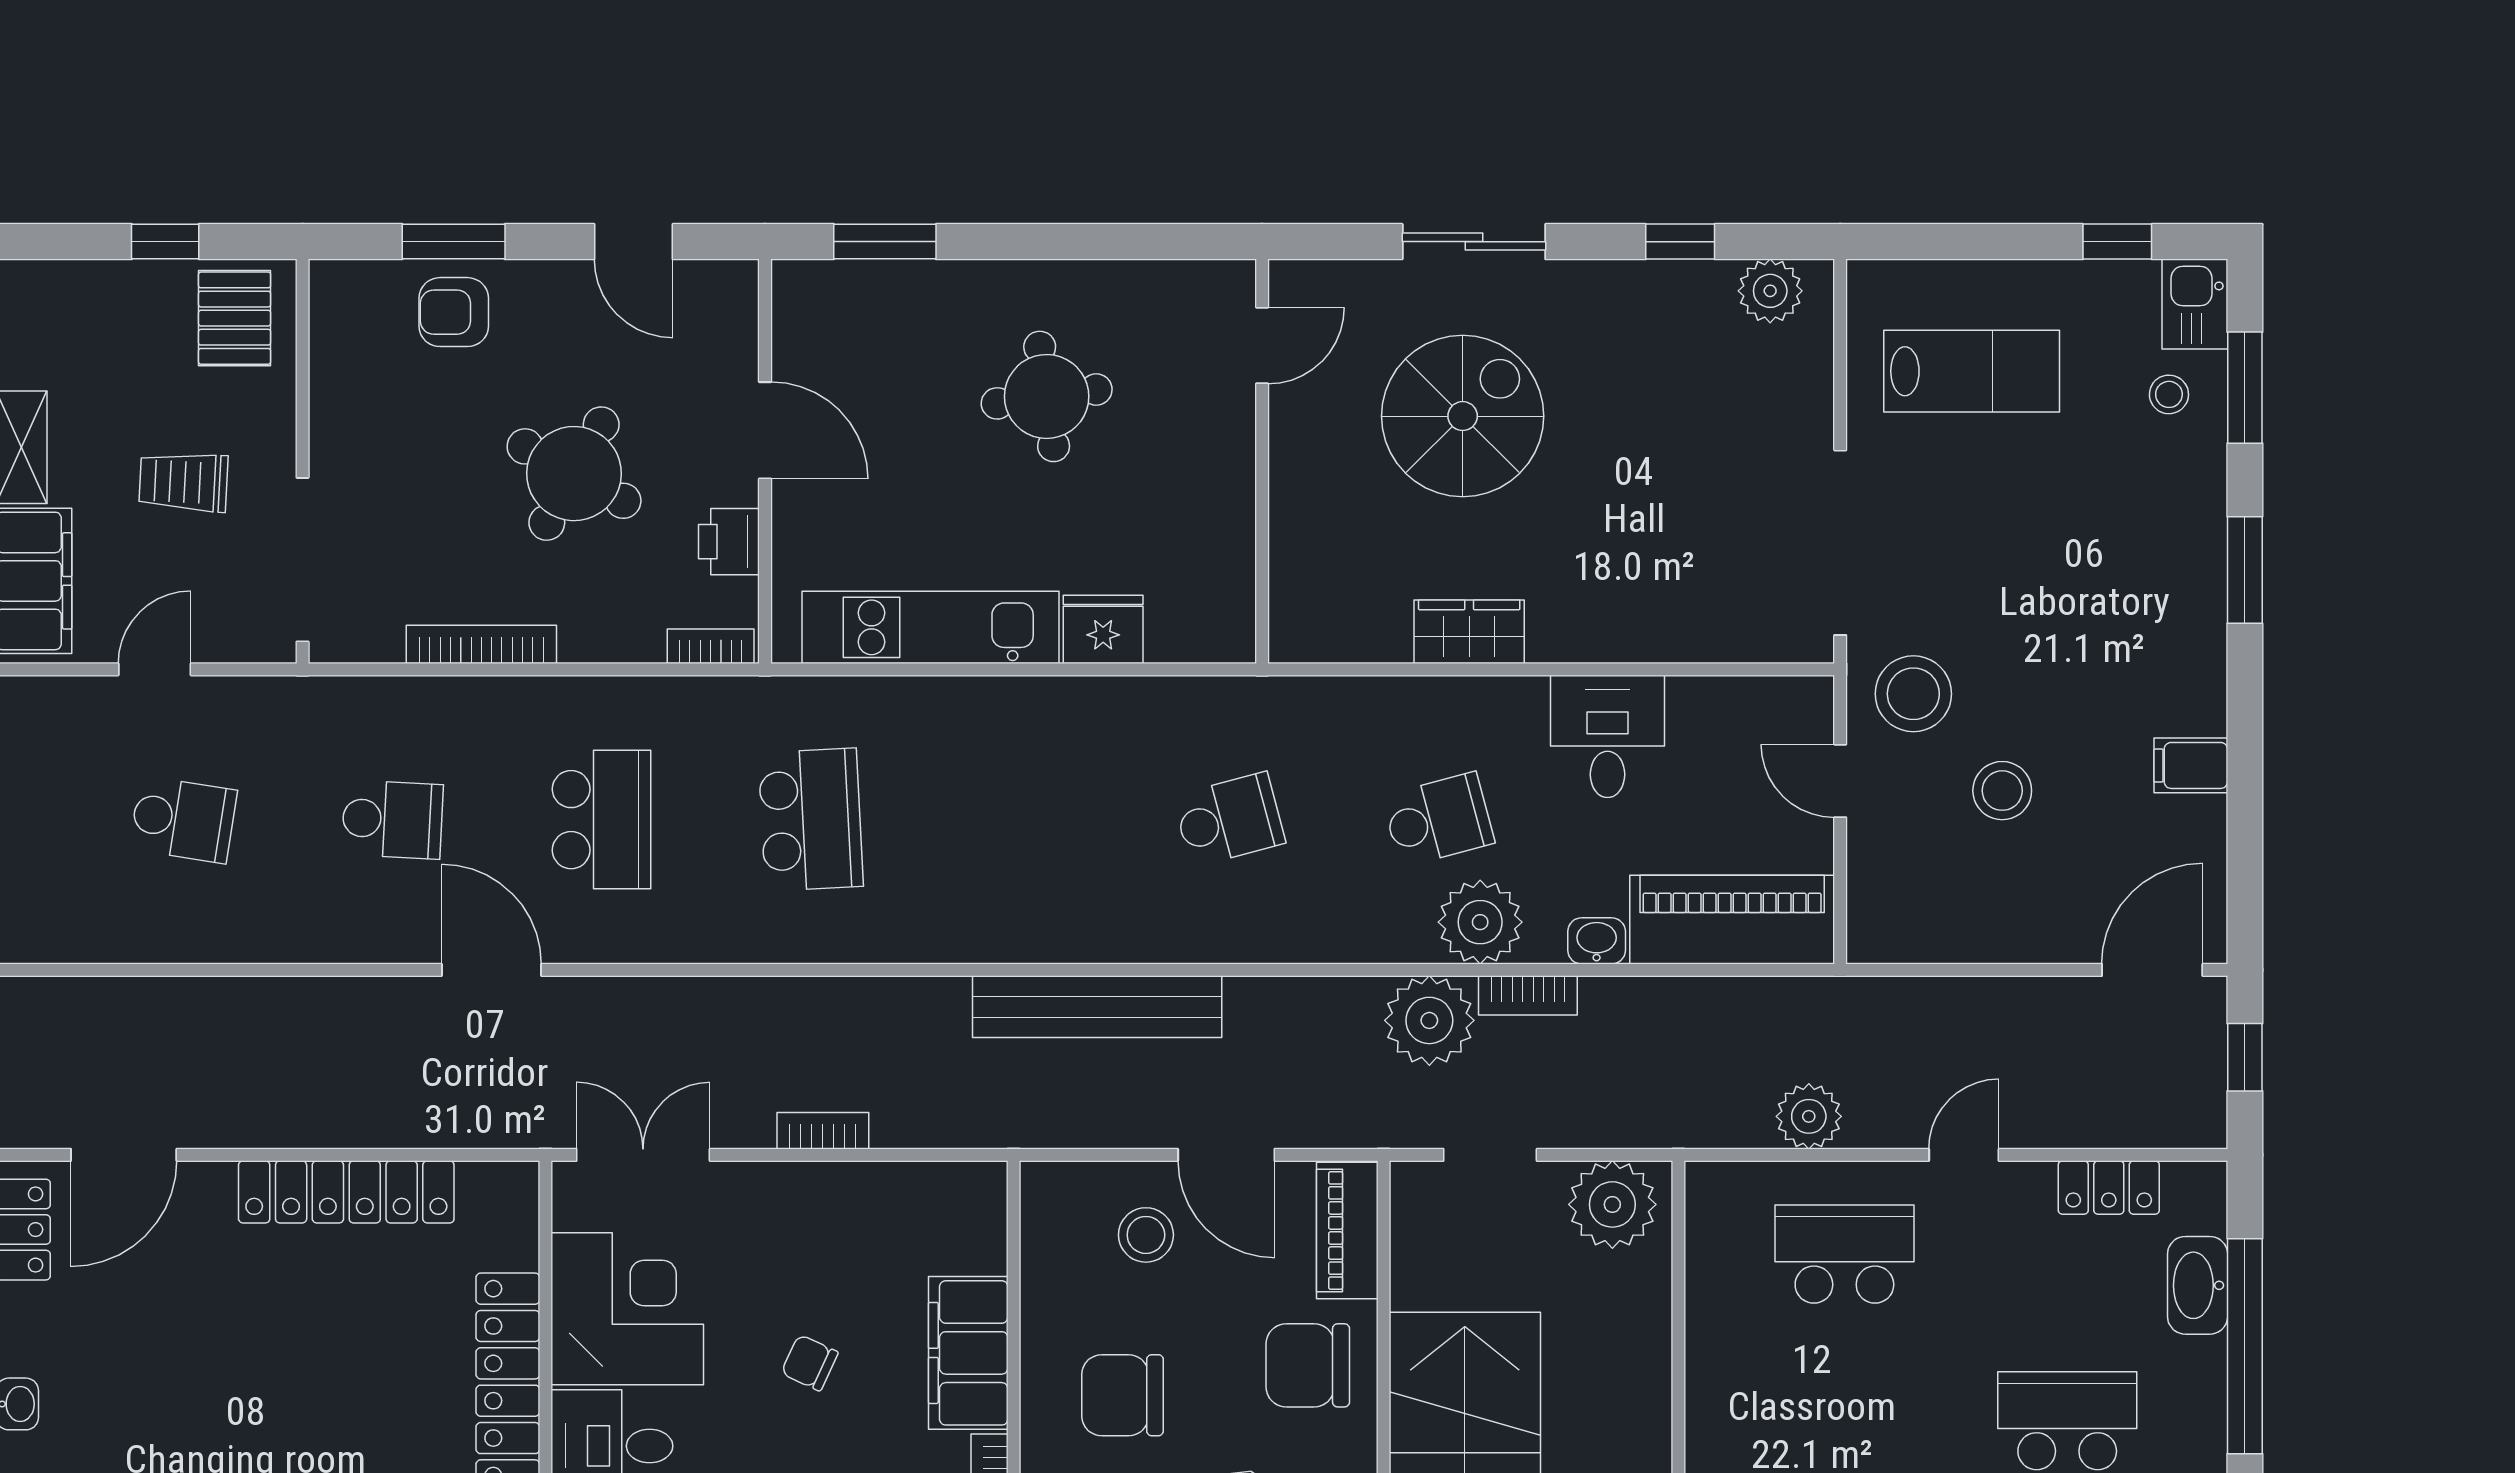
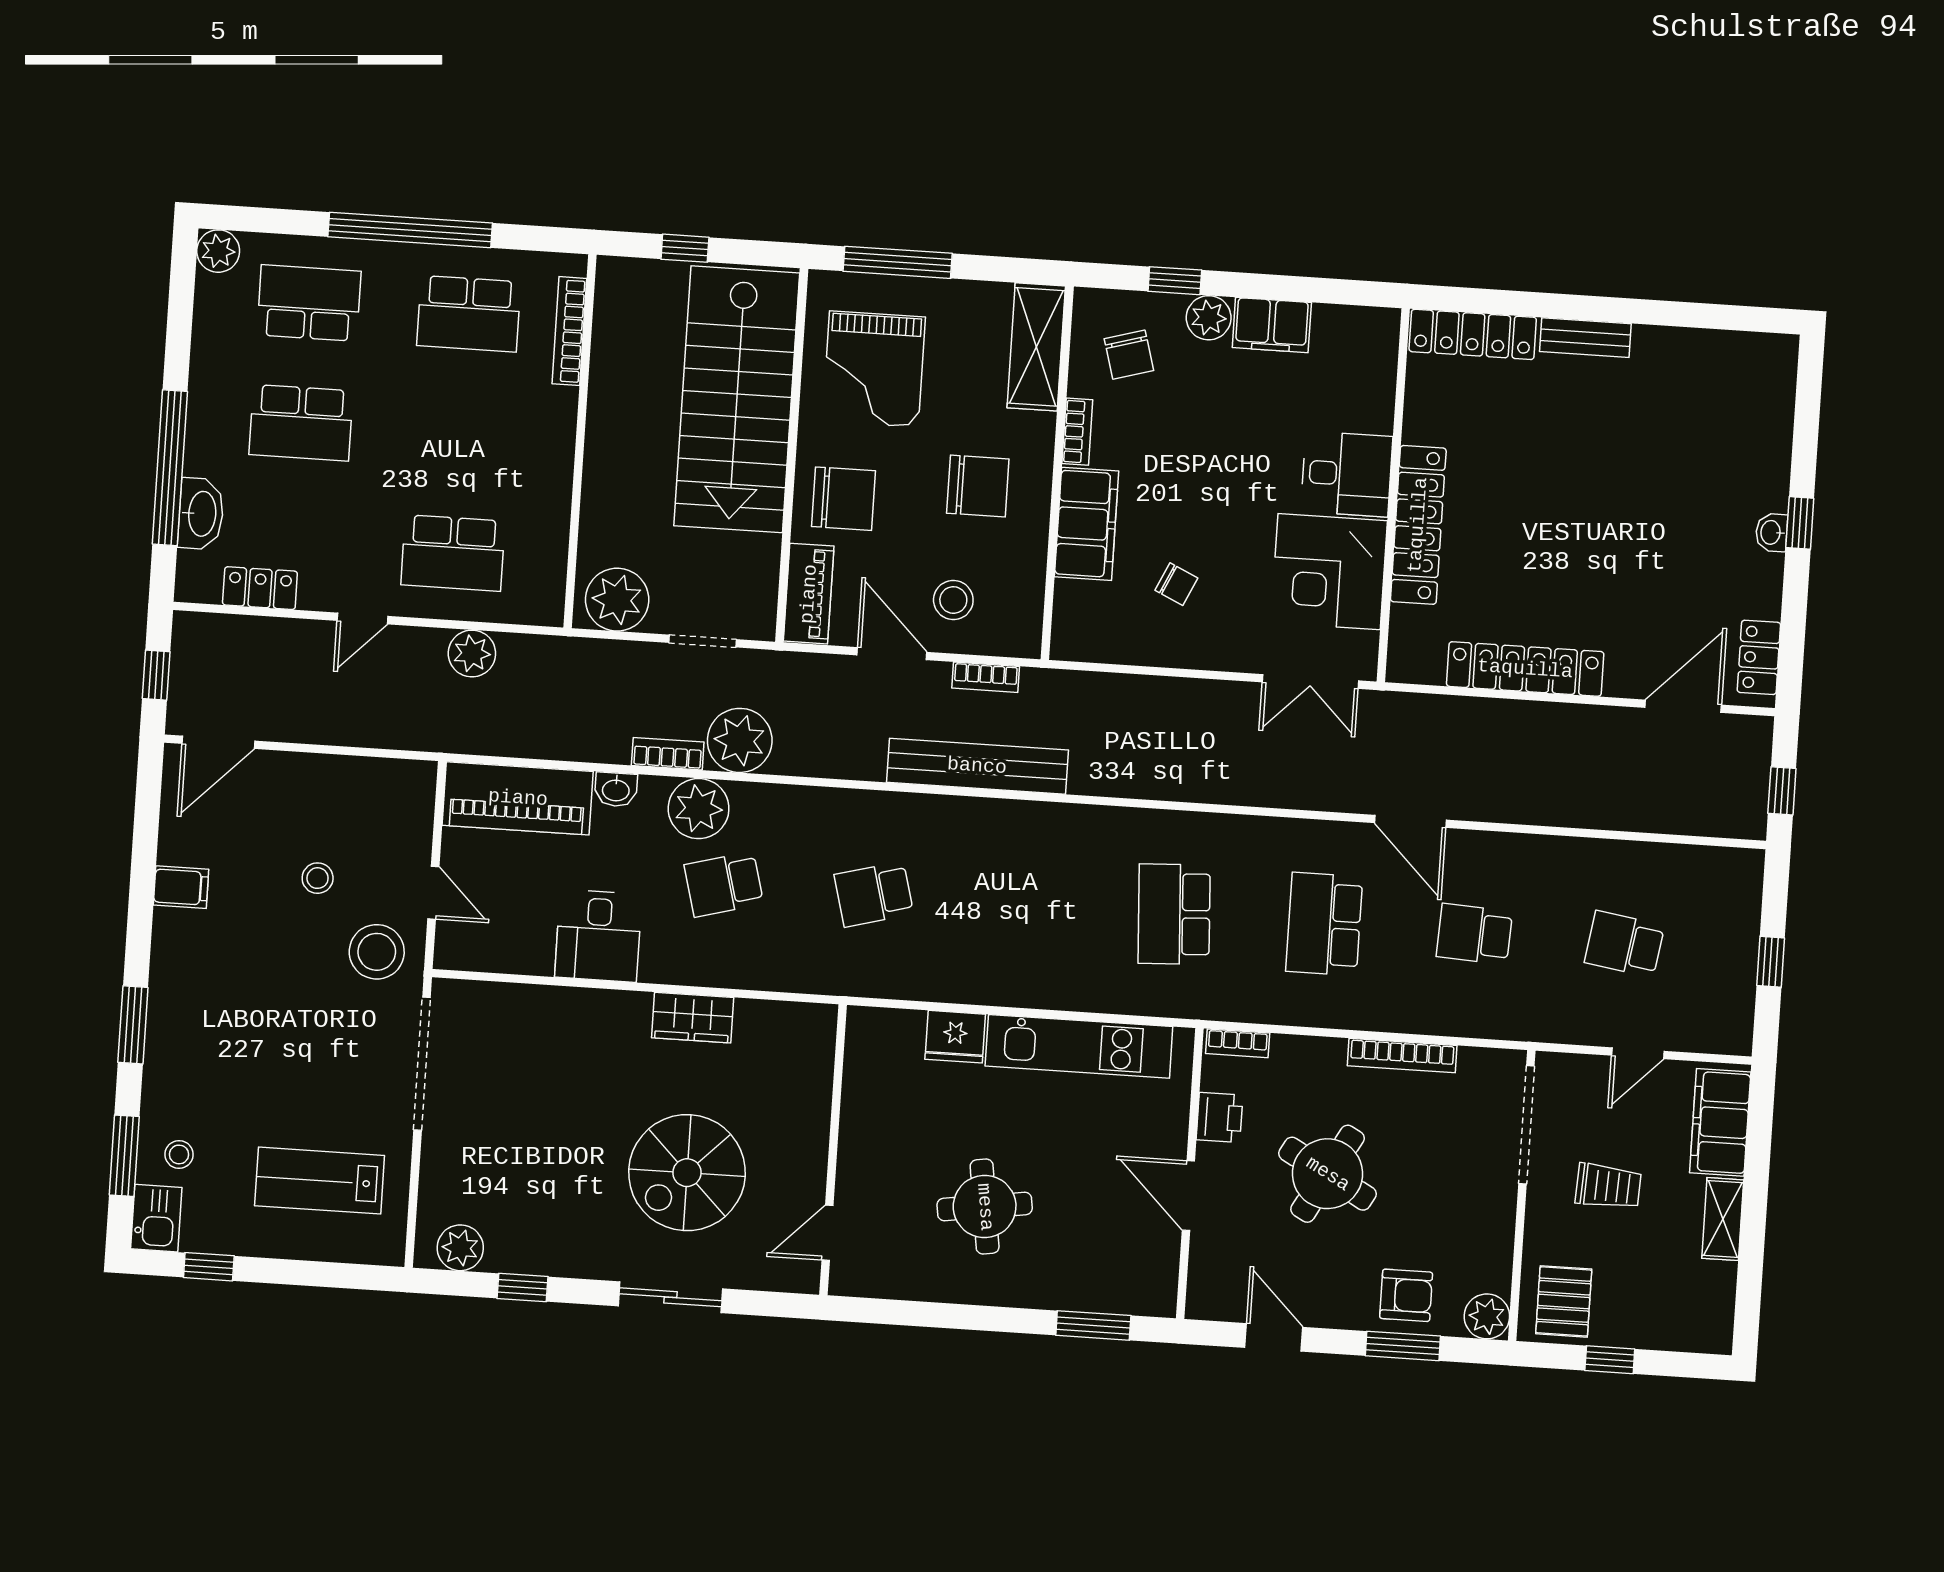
plant: (340, 290) -> (1487, 1316), added
stool: (2002, 791) -> (318, 878), width x0.73, depth x0.73
bookcase: (823, 1131) -> (986, 677), moved
chair: (810, 1363) -> (1176, 584), moved

